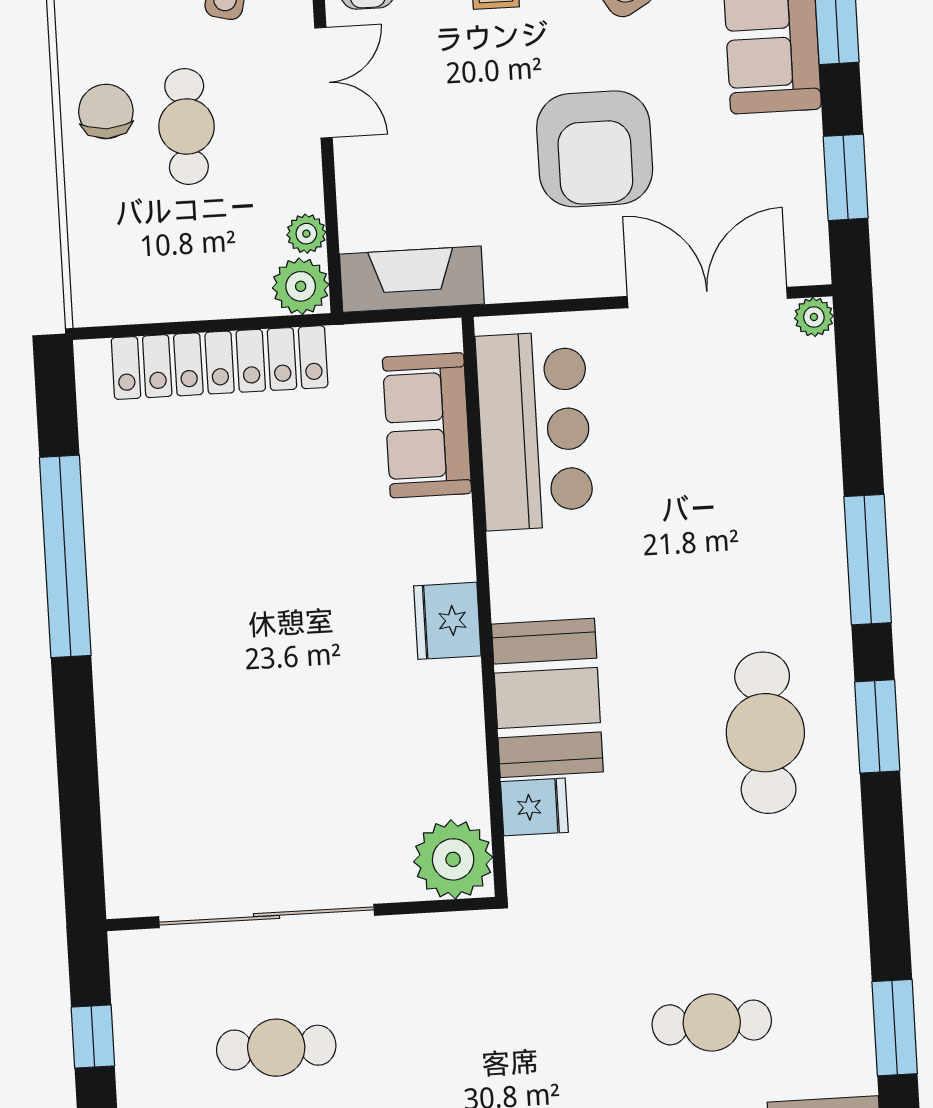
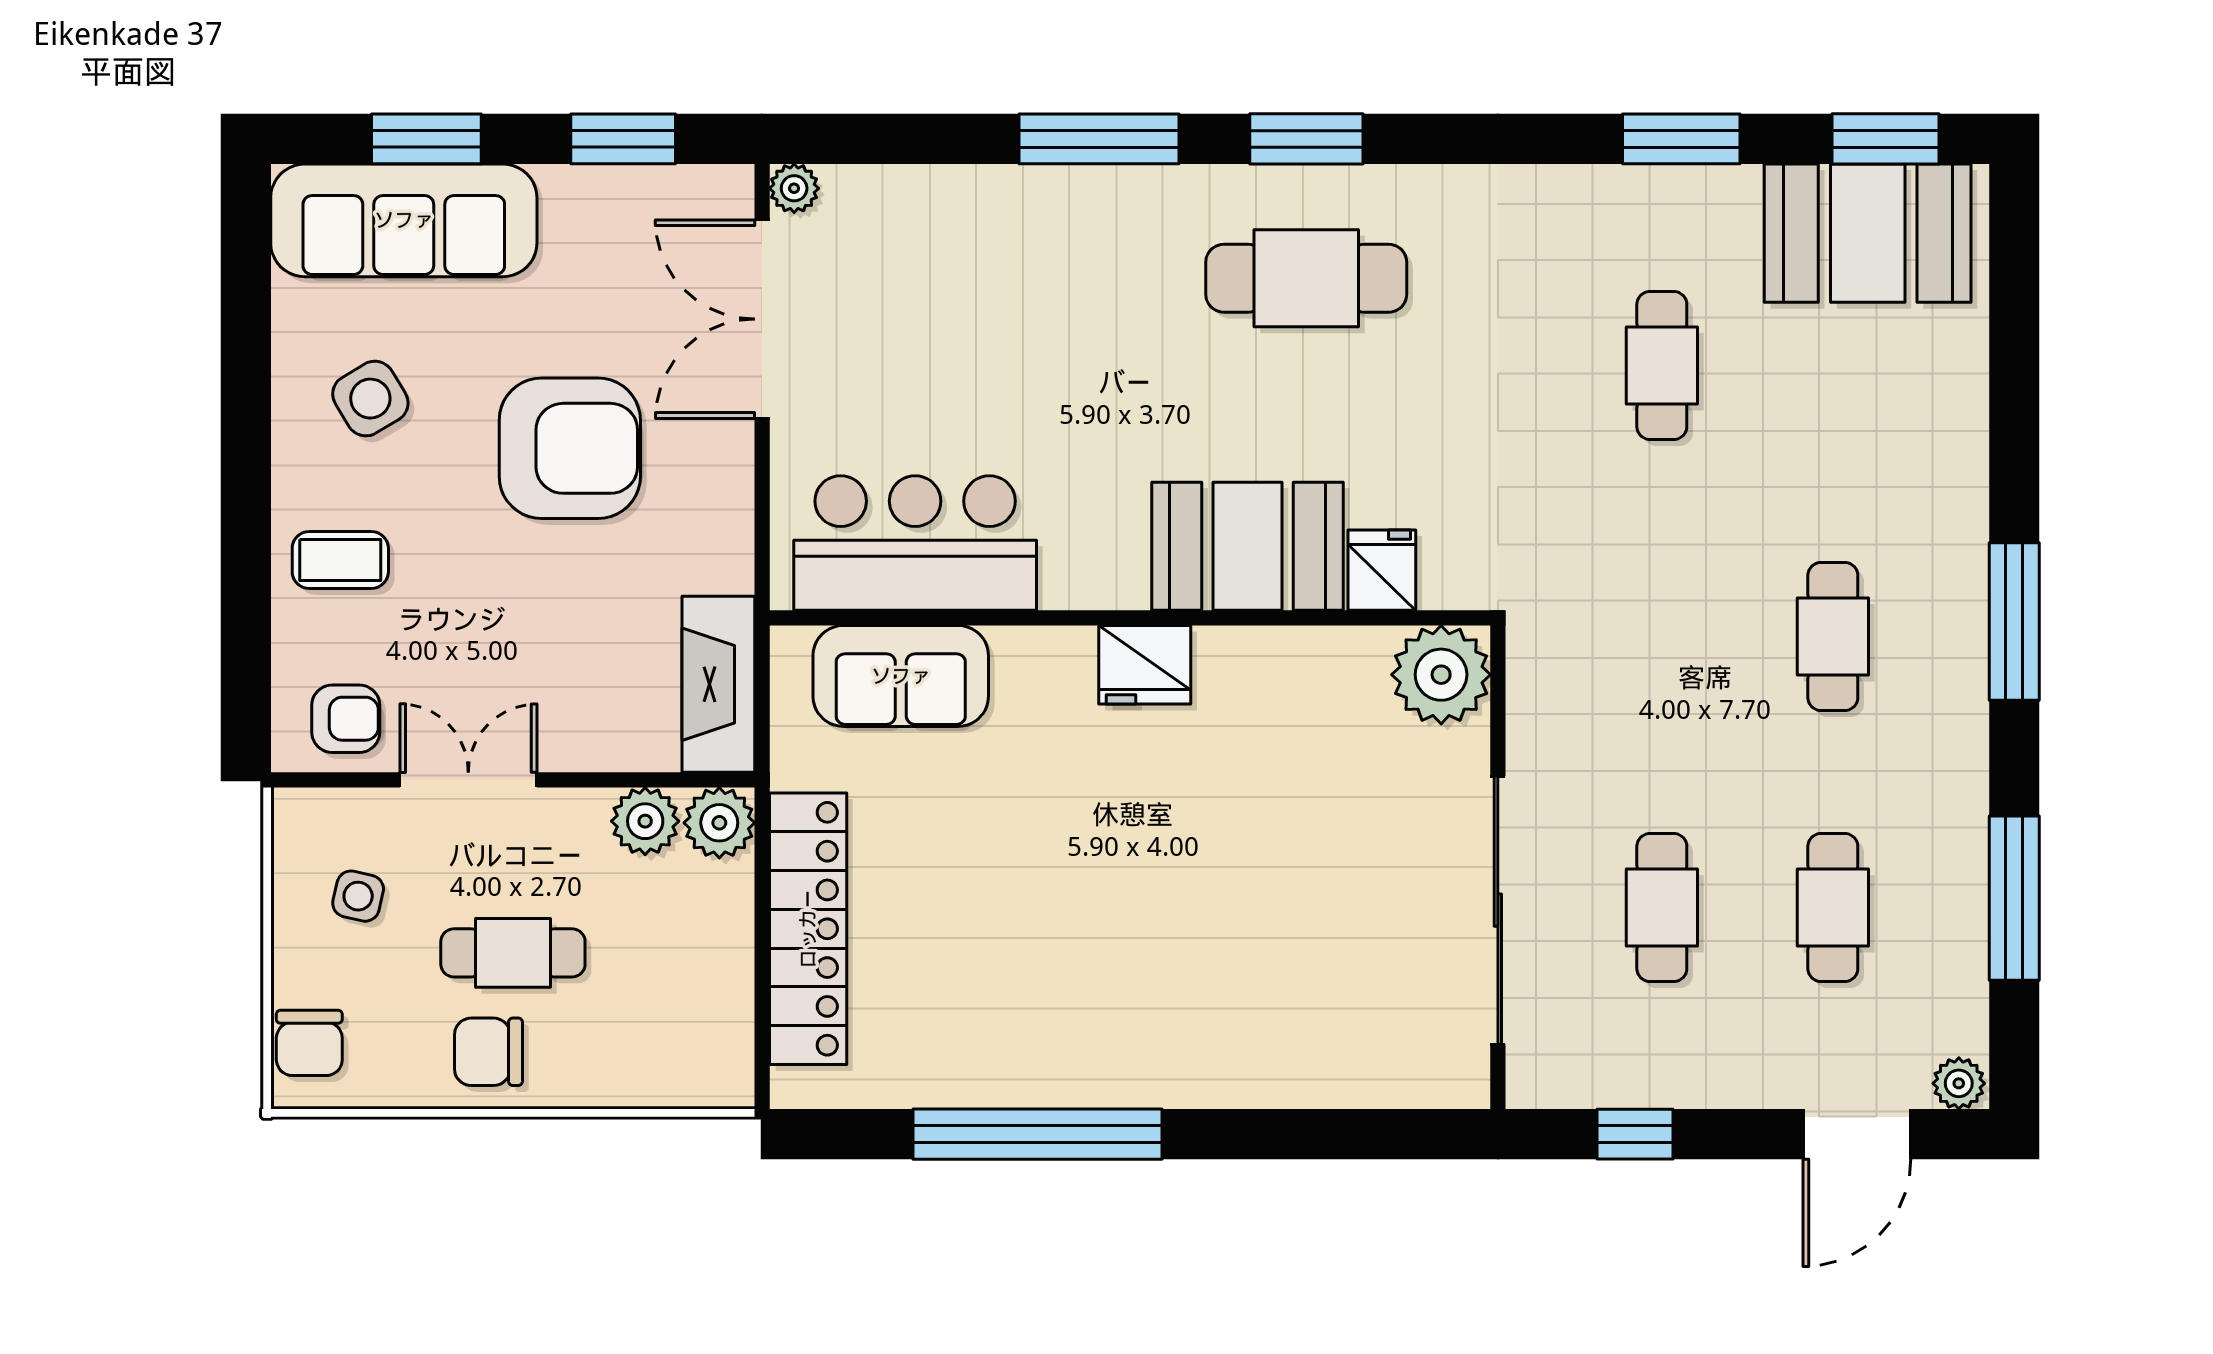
plant: (306, 234) -> (645, 821), width x1.38, depth x1.38

